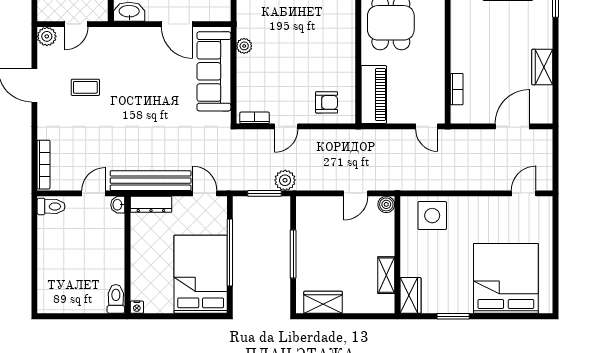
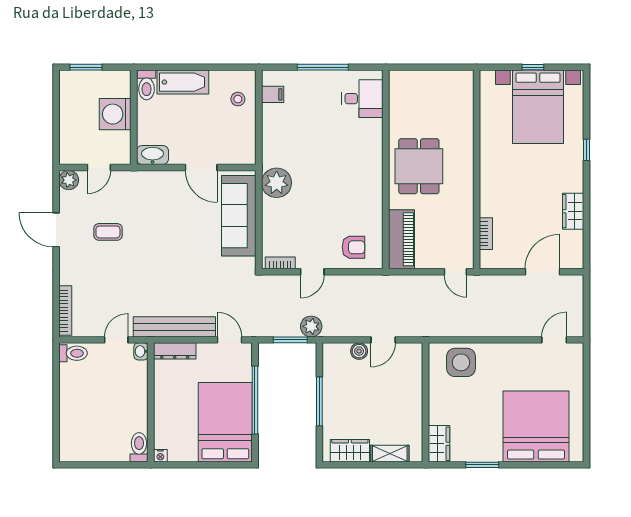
plant: (244, 46) -> (277, 183), width x1.88, depth x1.88
boiler: (386, 204) -> (359, 351), moved
shelving: (386, 275) -> (390, 454), moved, turned 90

